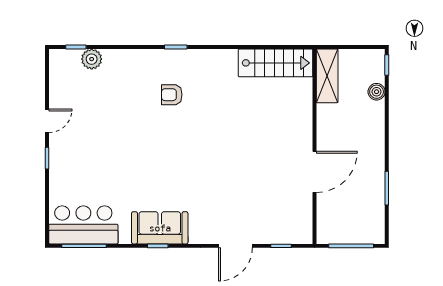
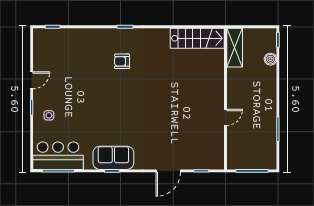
plant: (92, 59) -> (64, 36), removed
side table: (71, 169) -> (49, 115), added
door: (314, 172) -> (226, 117), width x0.53

